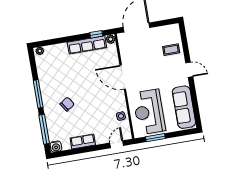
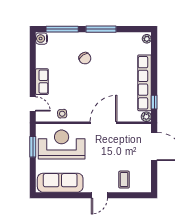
row of seats: (87, 45) -> (145, 83), width x1.36
row of seats: (83, 142) -> (42, 82), moved

